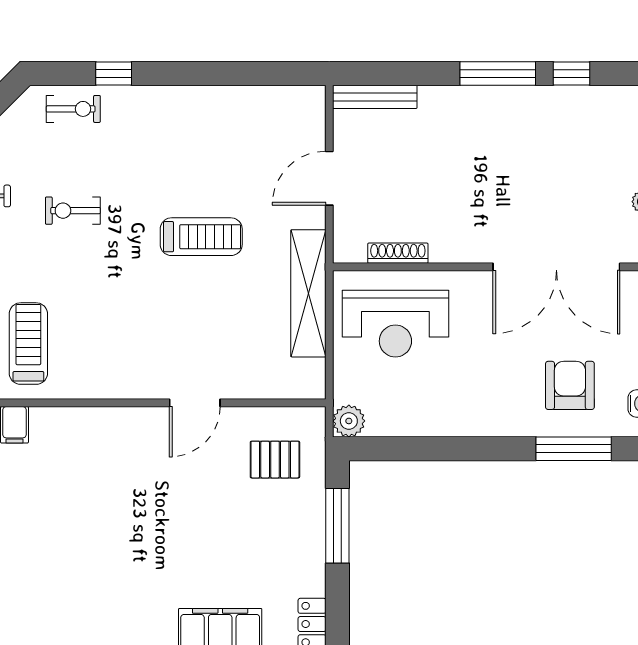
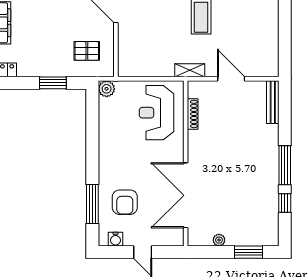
shelving: (308, 293) -> (190, 70), width x0.45, depth x0.75
armchair: (570, 385) -> (125, 202), turned 90
pallet: (275, 460) -> (87, 51), turned 90
window: (337, 526) -> (53, 83), width x0.69

